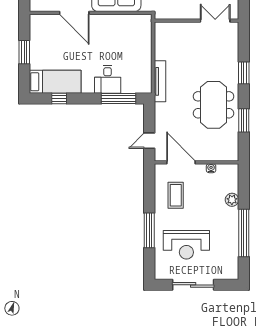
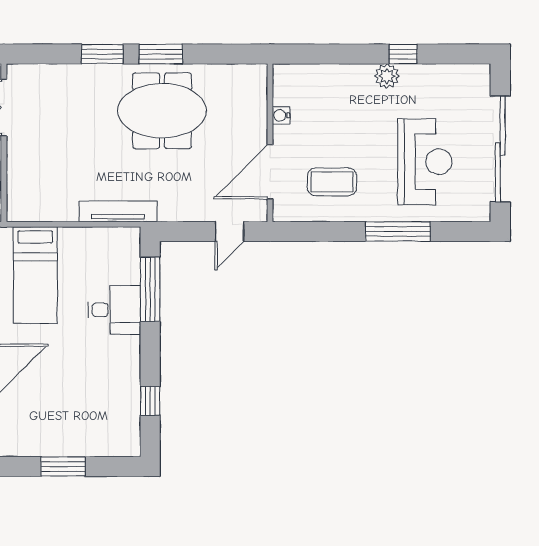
bed: (55, 82) -> (35, 275), moved, turned 180
window: (244, 120) -> (161, 54), moved
door: (149, 141) -> (229, 231), hinge flipped
plant: (232, 200) -> (387, 76), moved
window: (244, 233) -> (403, 54), width x0.32
sliding door: (193, 285) -> (500, 149), width x1.36

